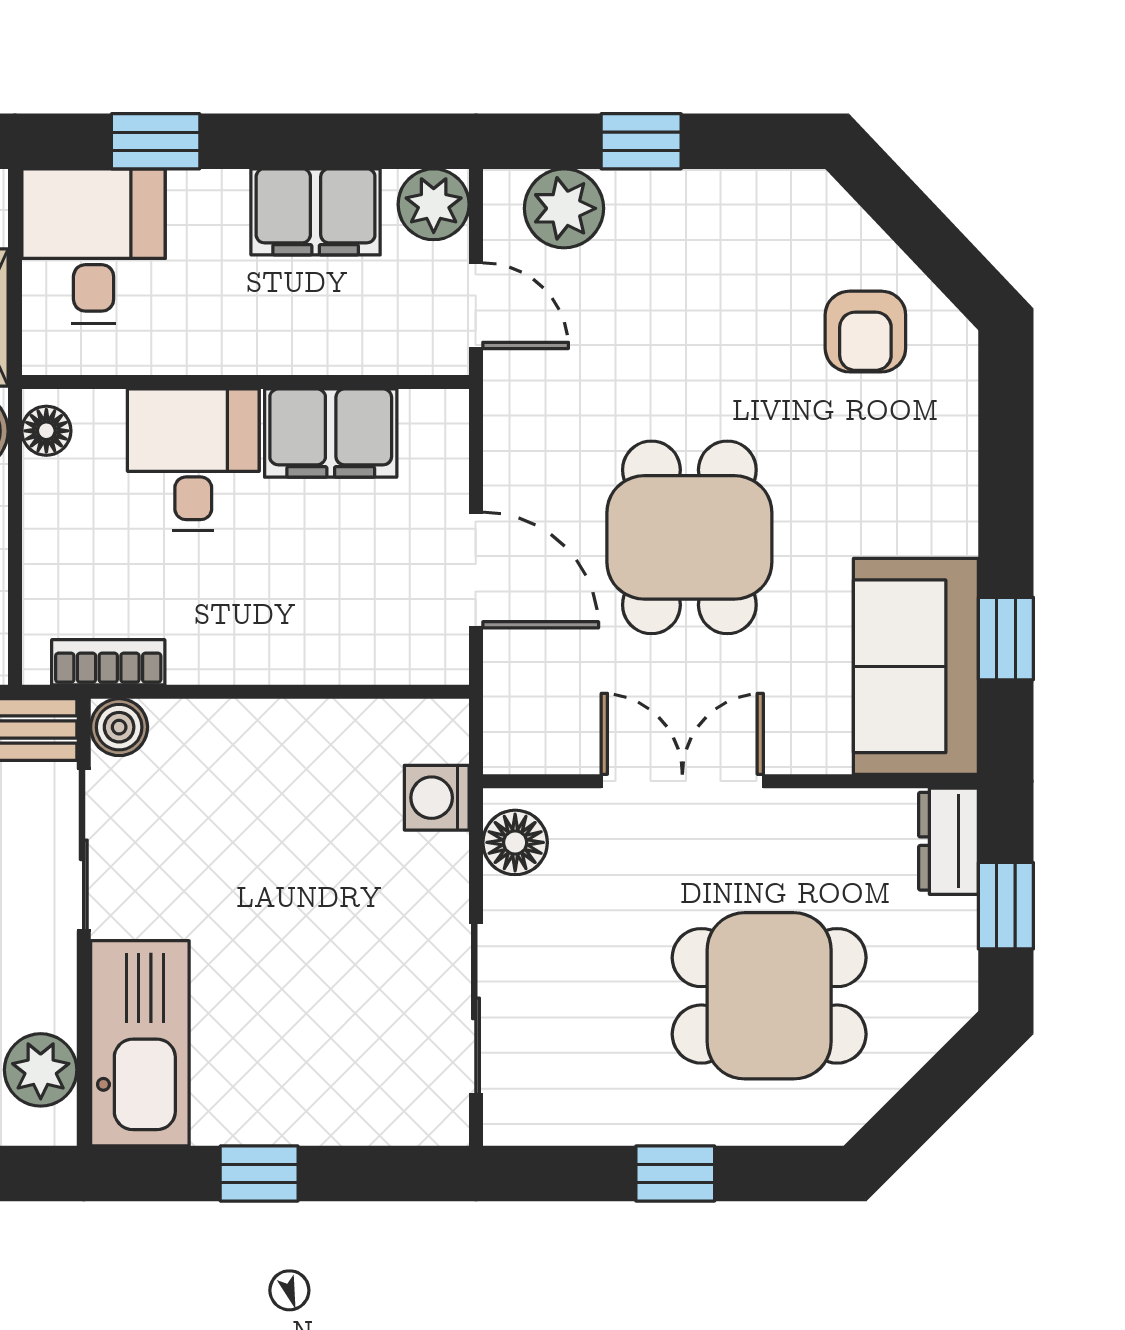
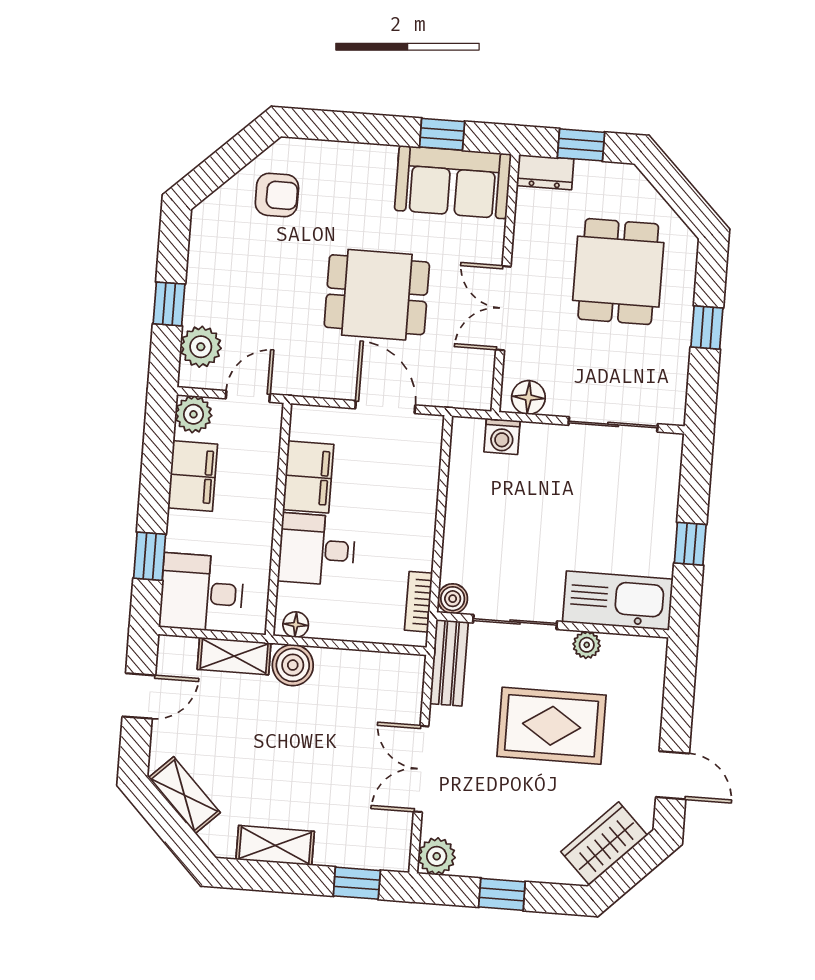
door: (476, 570) -> (385, 407), hinge flipped
plant: (41, 1070) -> (587, 645), moved, width x0.73, depth x0.73

